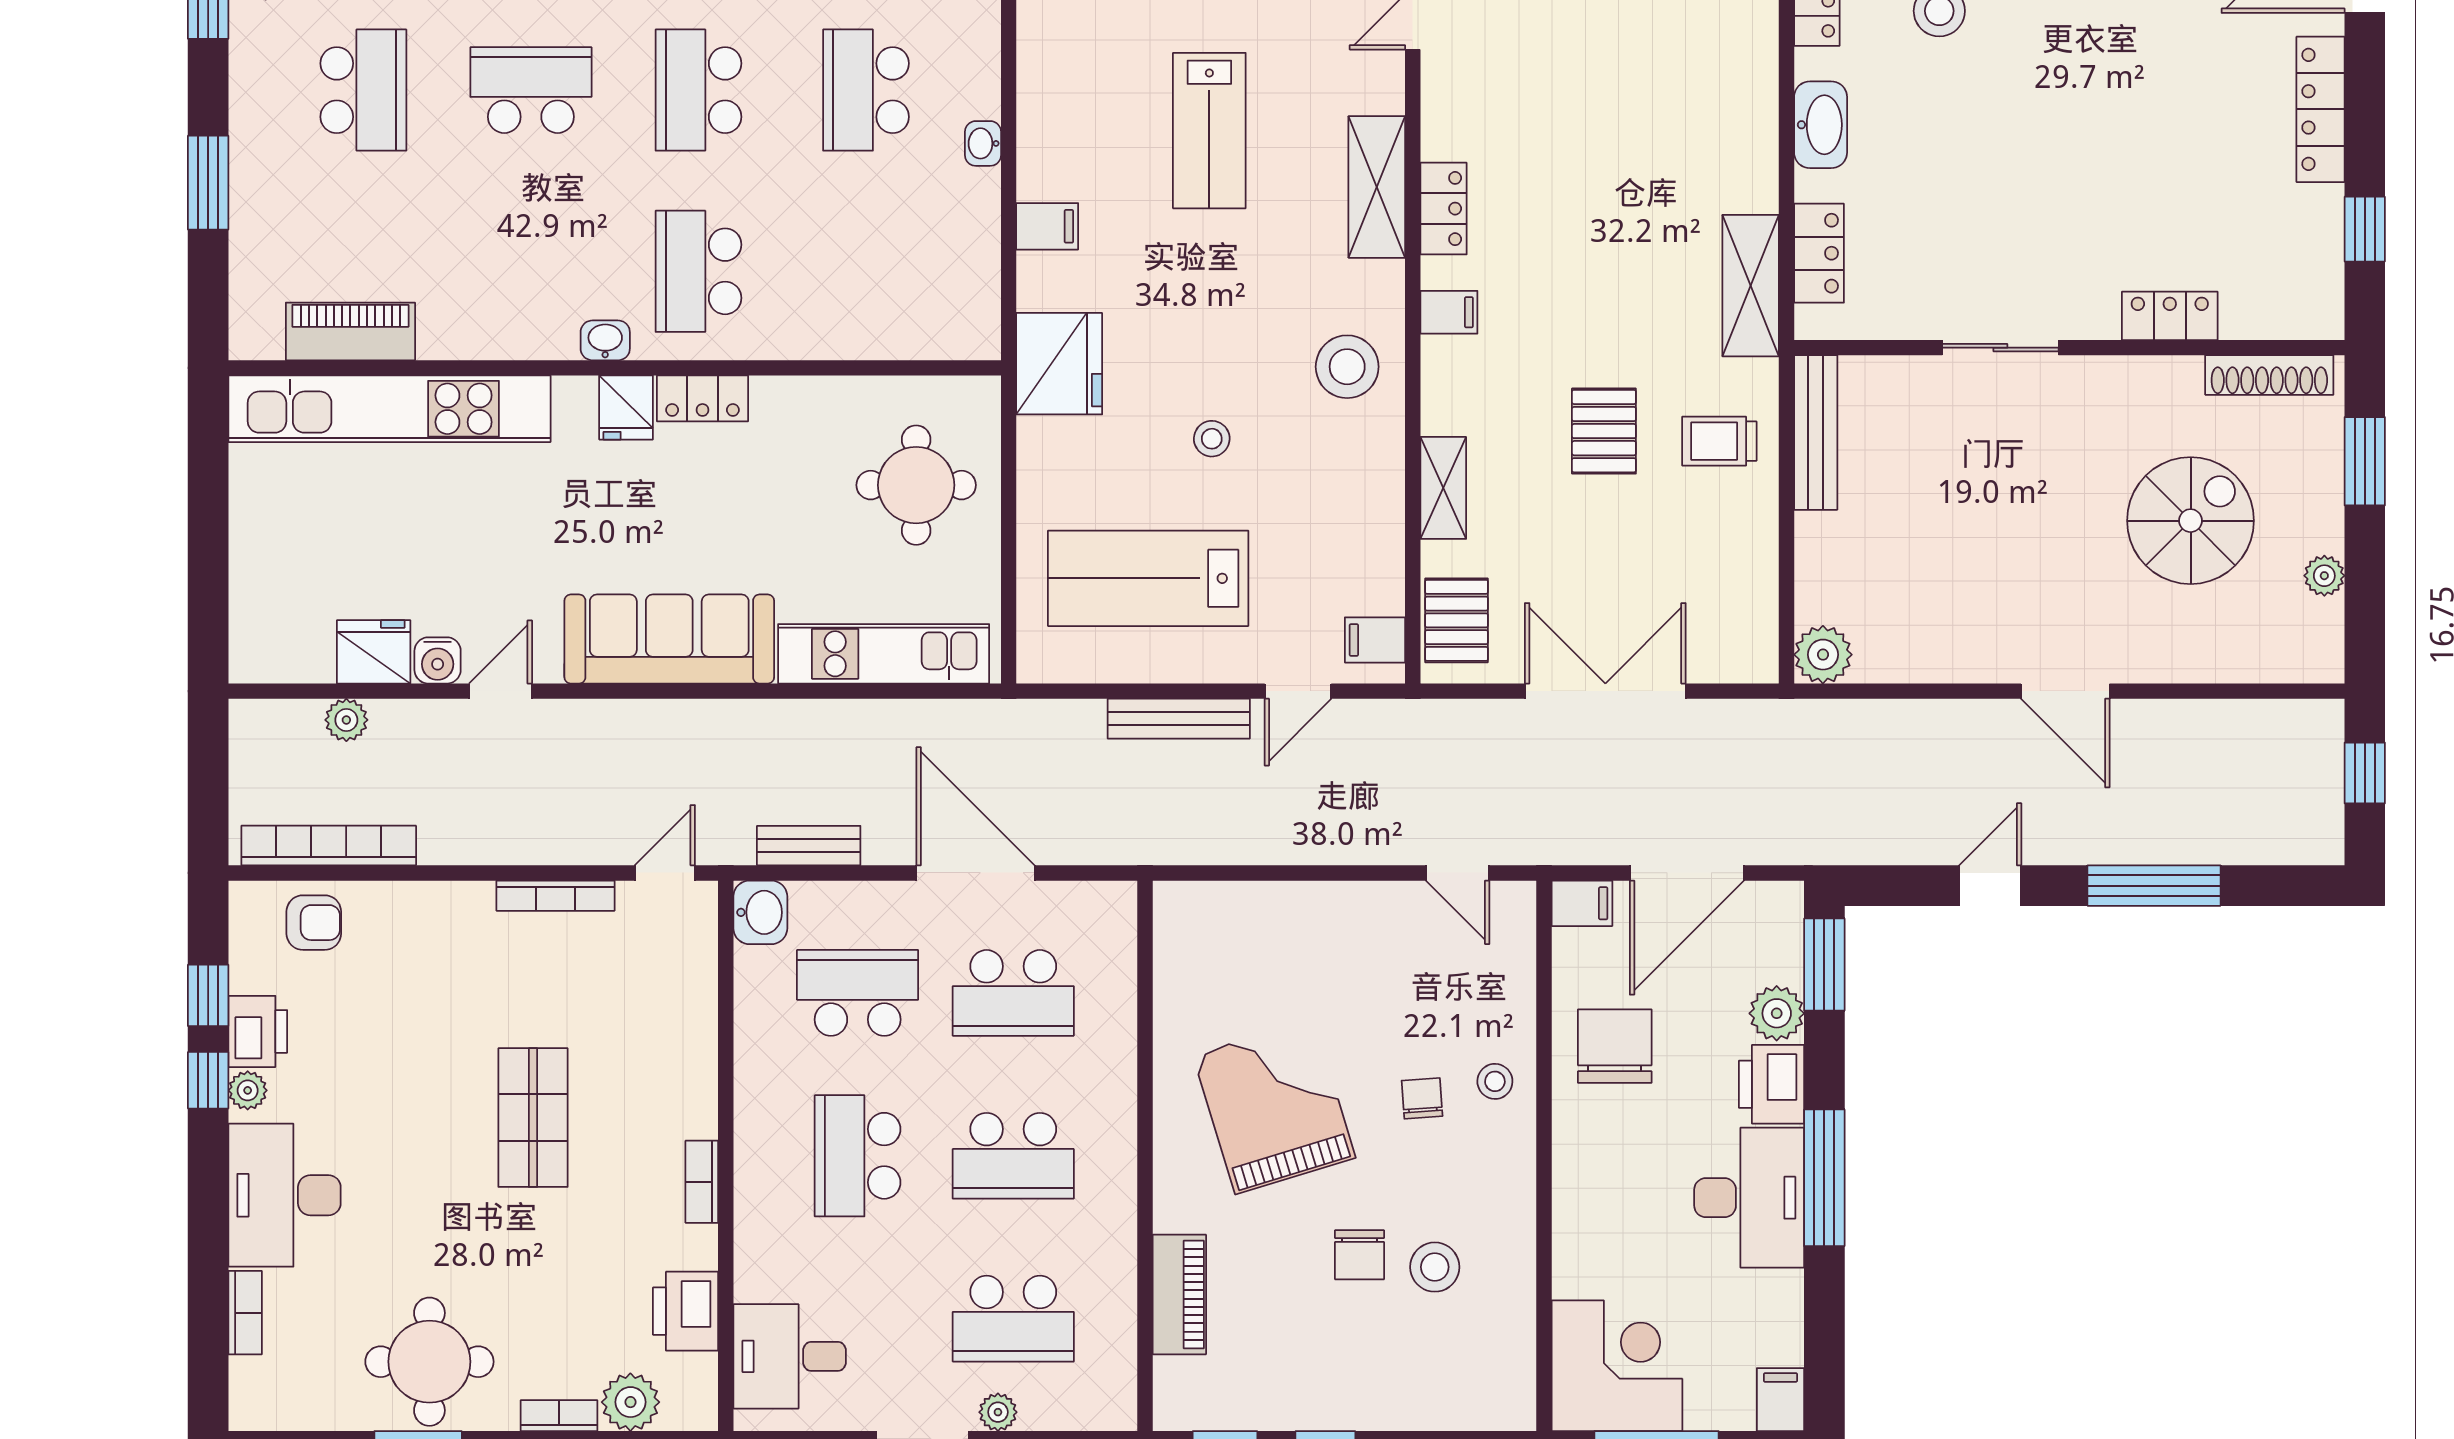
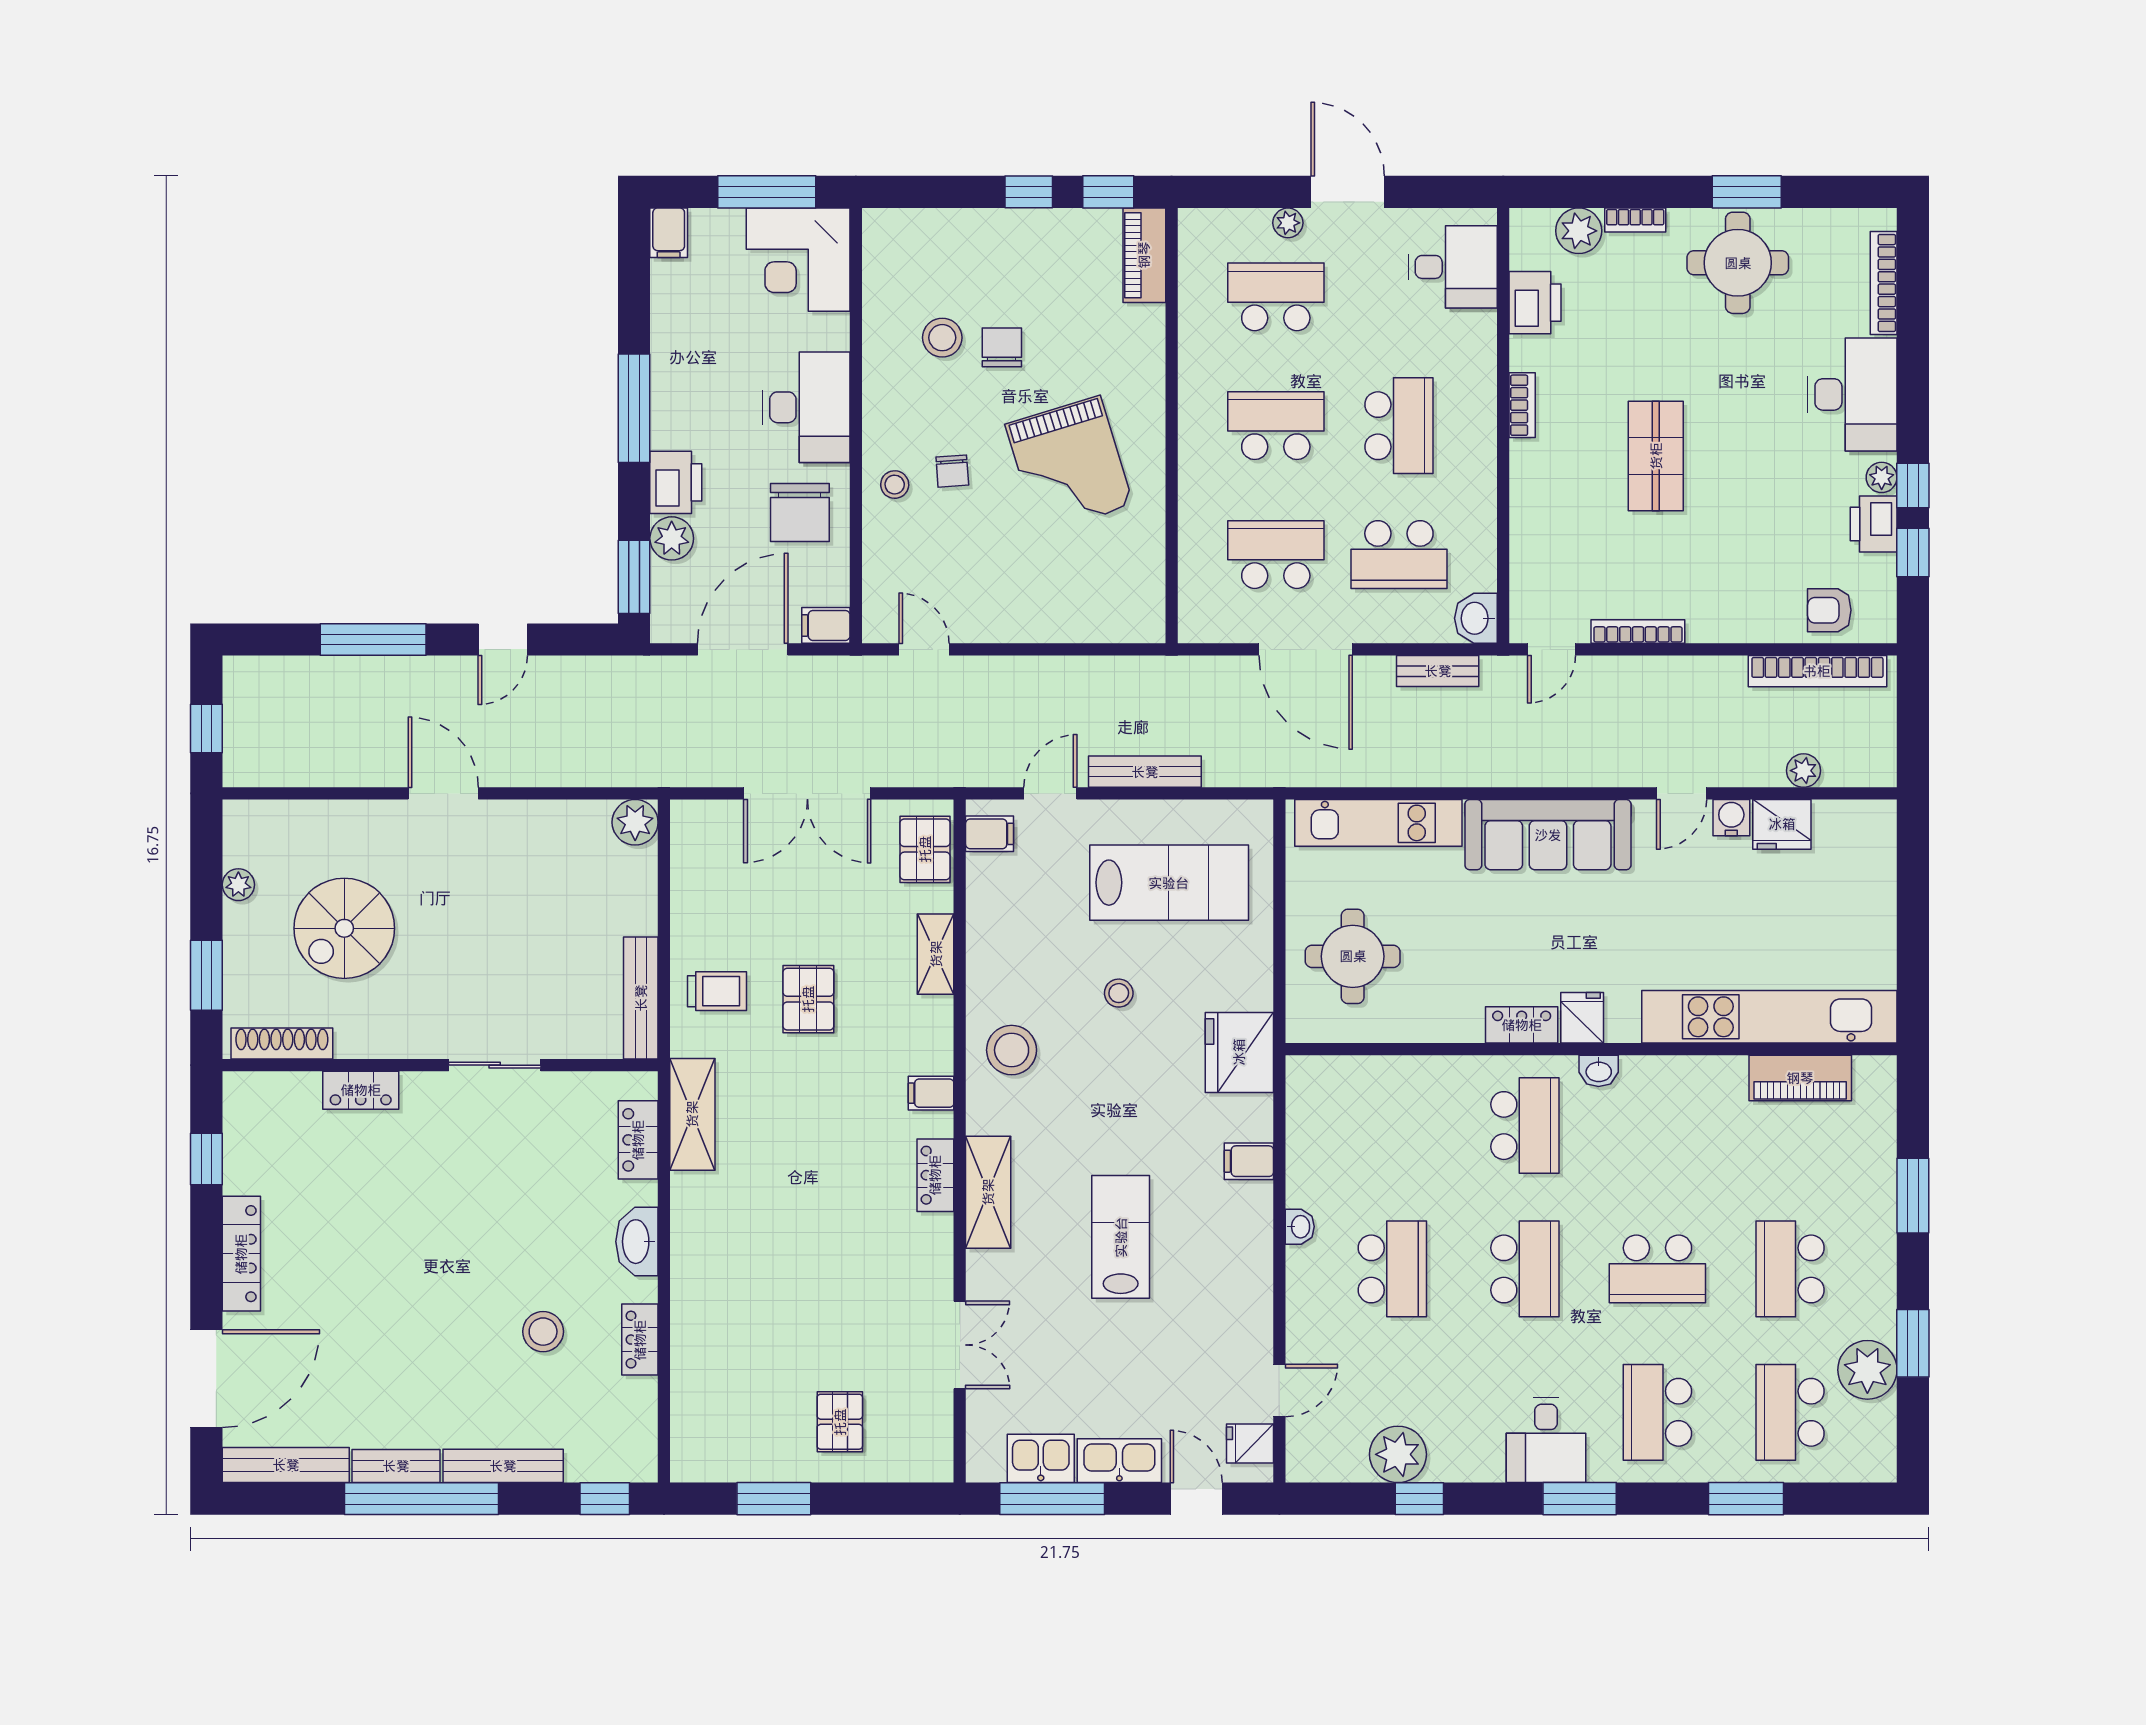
desk: (1749, 1198) -> (806, 407), moved, turned 180
piano: (1179, 1295) -> (1144, 255), moved
bookcase: (245, 1313) -> (1884, 283), width x1.56

